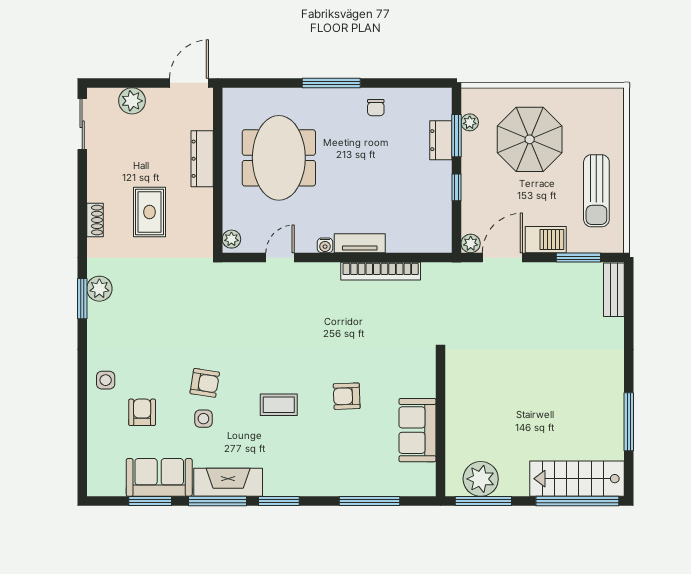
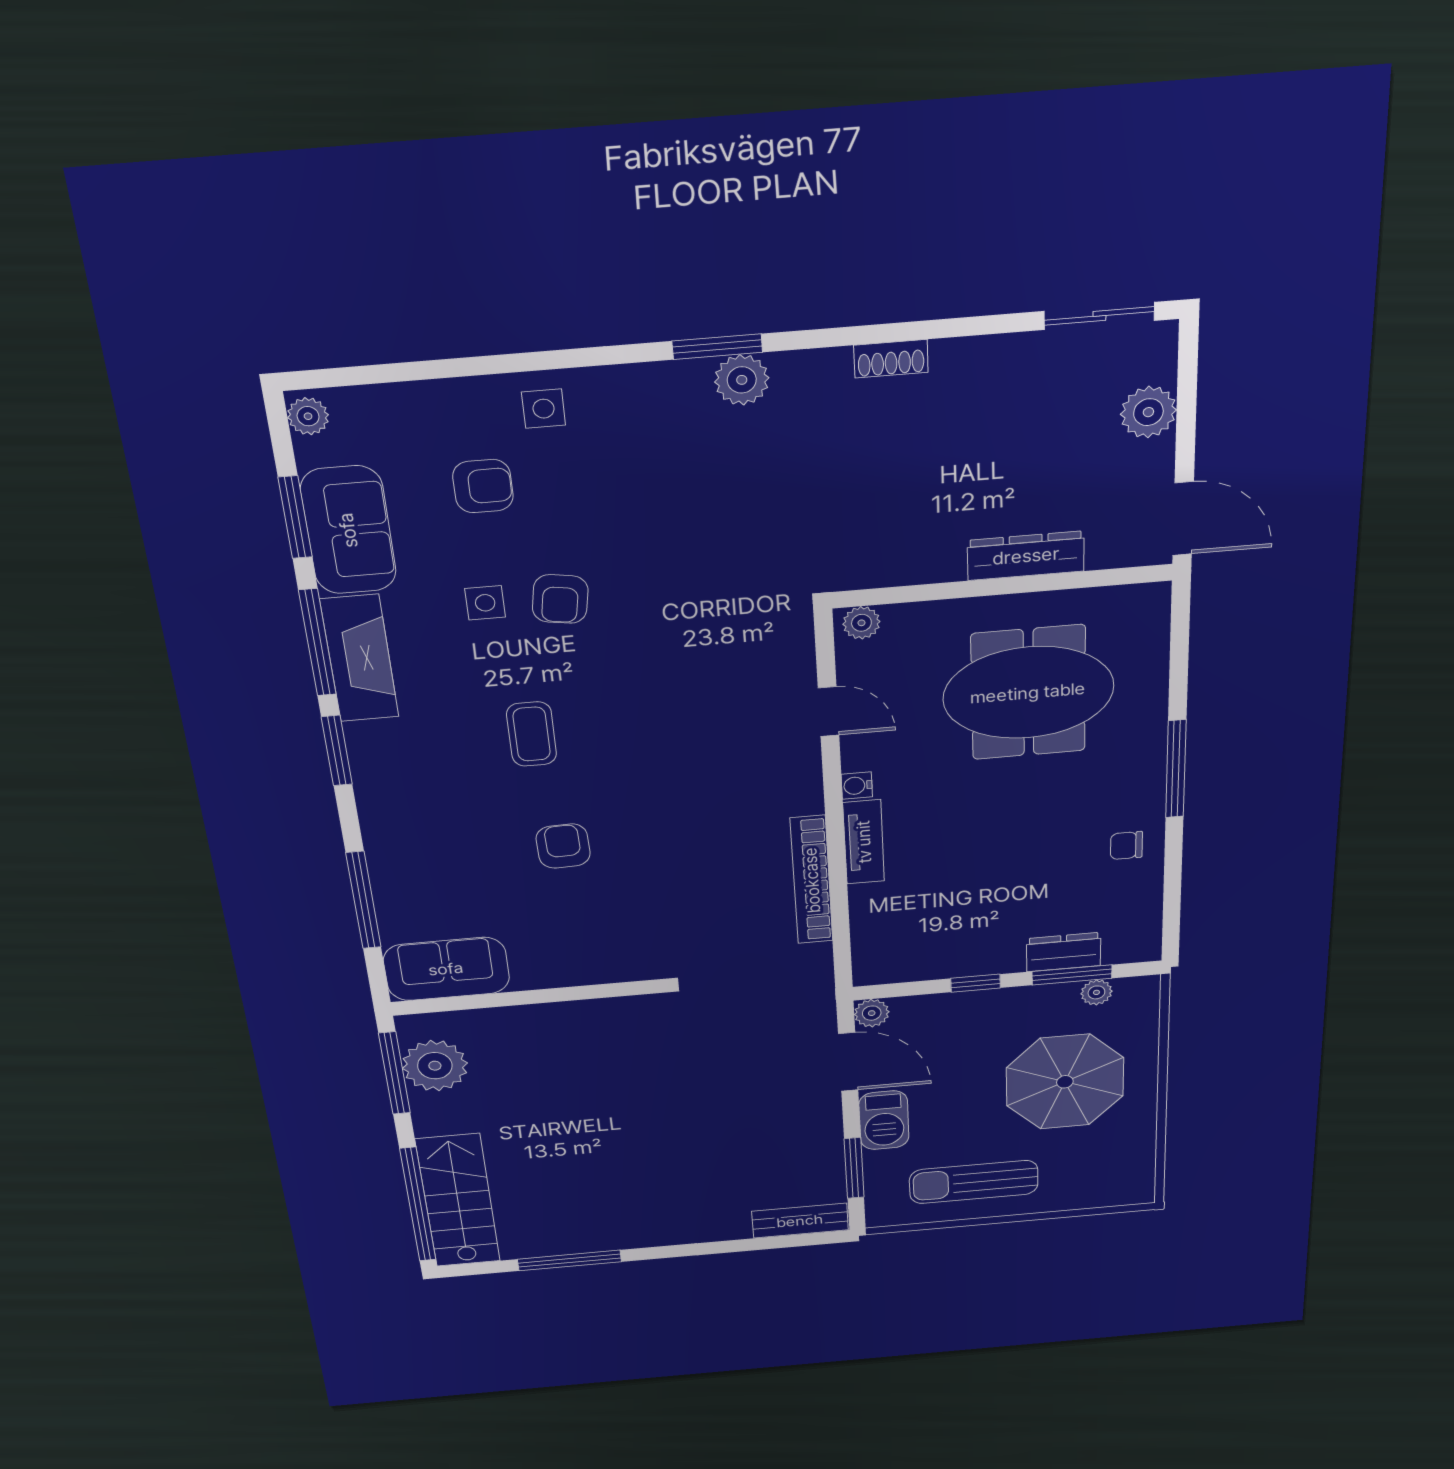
rug: (150, 212) -> (912, 466), removed
sofa: (417, 430) -> (446, 969), moved
plant: (100, 487) -> (308, 416), added

